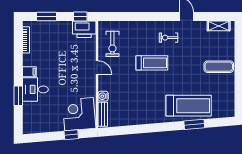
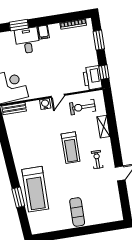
shelving: (219, 26) -> (103, 127), moved
water cooler: (103, 96) -> (45, 104), moved

